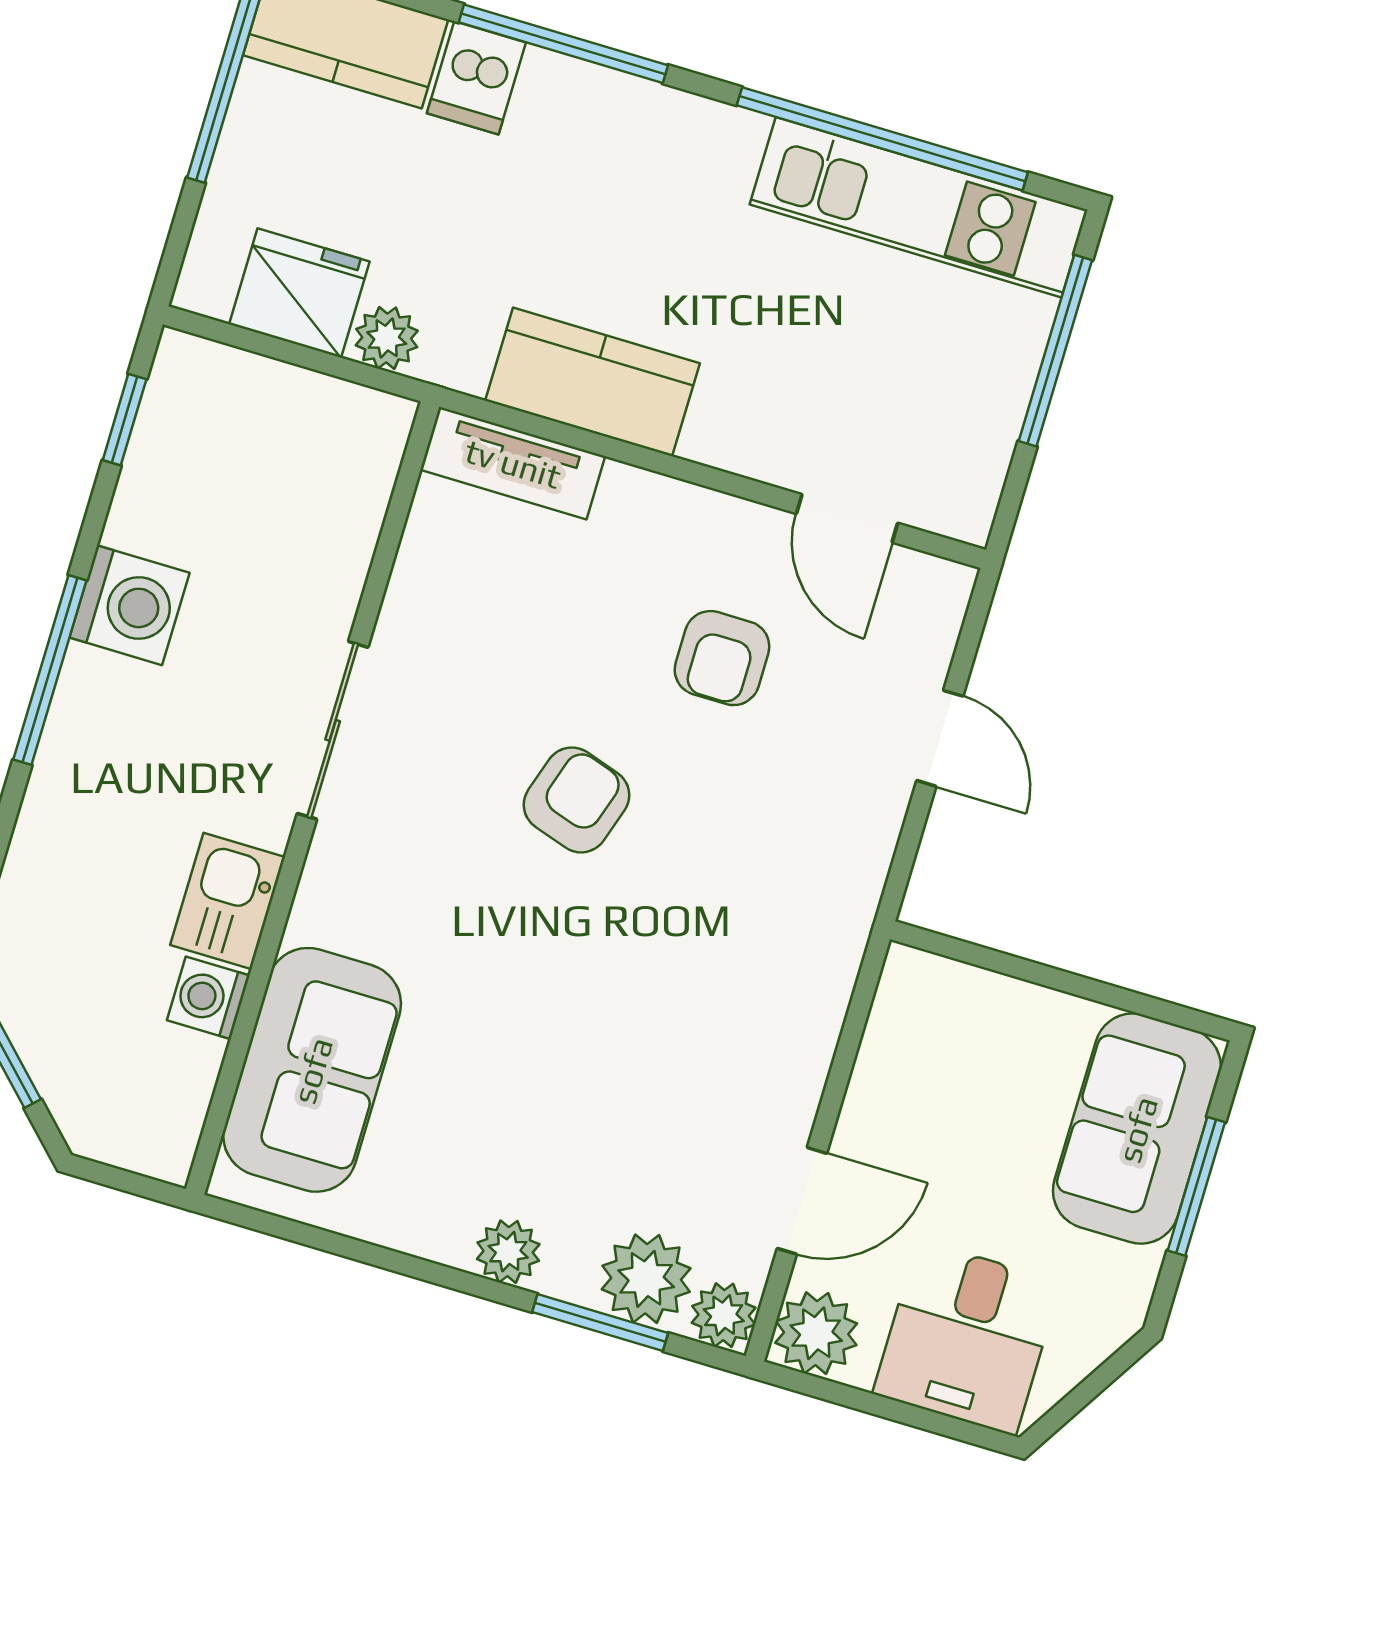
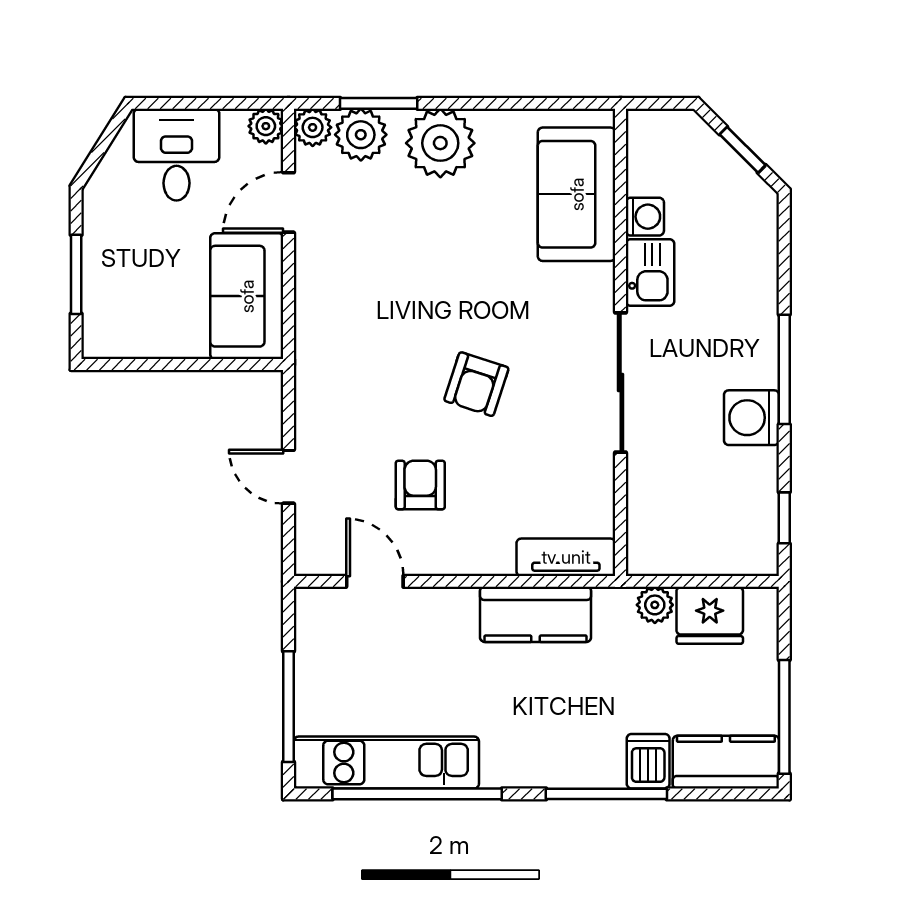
sliding door: (333, 730) -> (621, 382), width x1.37
sofa: (1137, 1129) -> (247, 296), moved, turned 180
plant: (508, 1252) -> (440, 143), width x1.88, depth x1.88
plant: (816, 1333) -> (266, 126), width x0.73, depth x0.73

